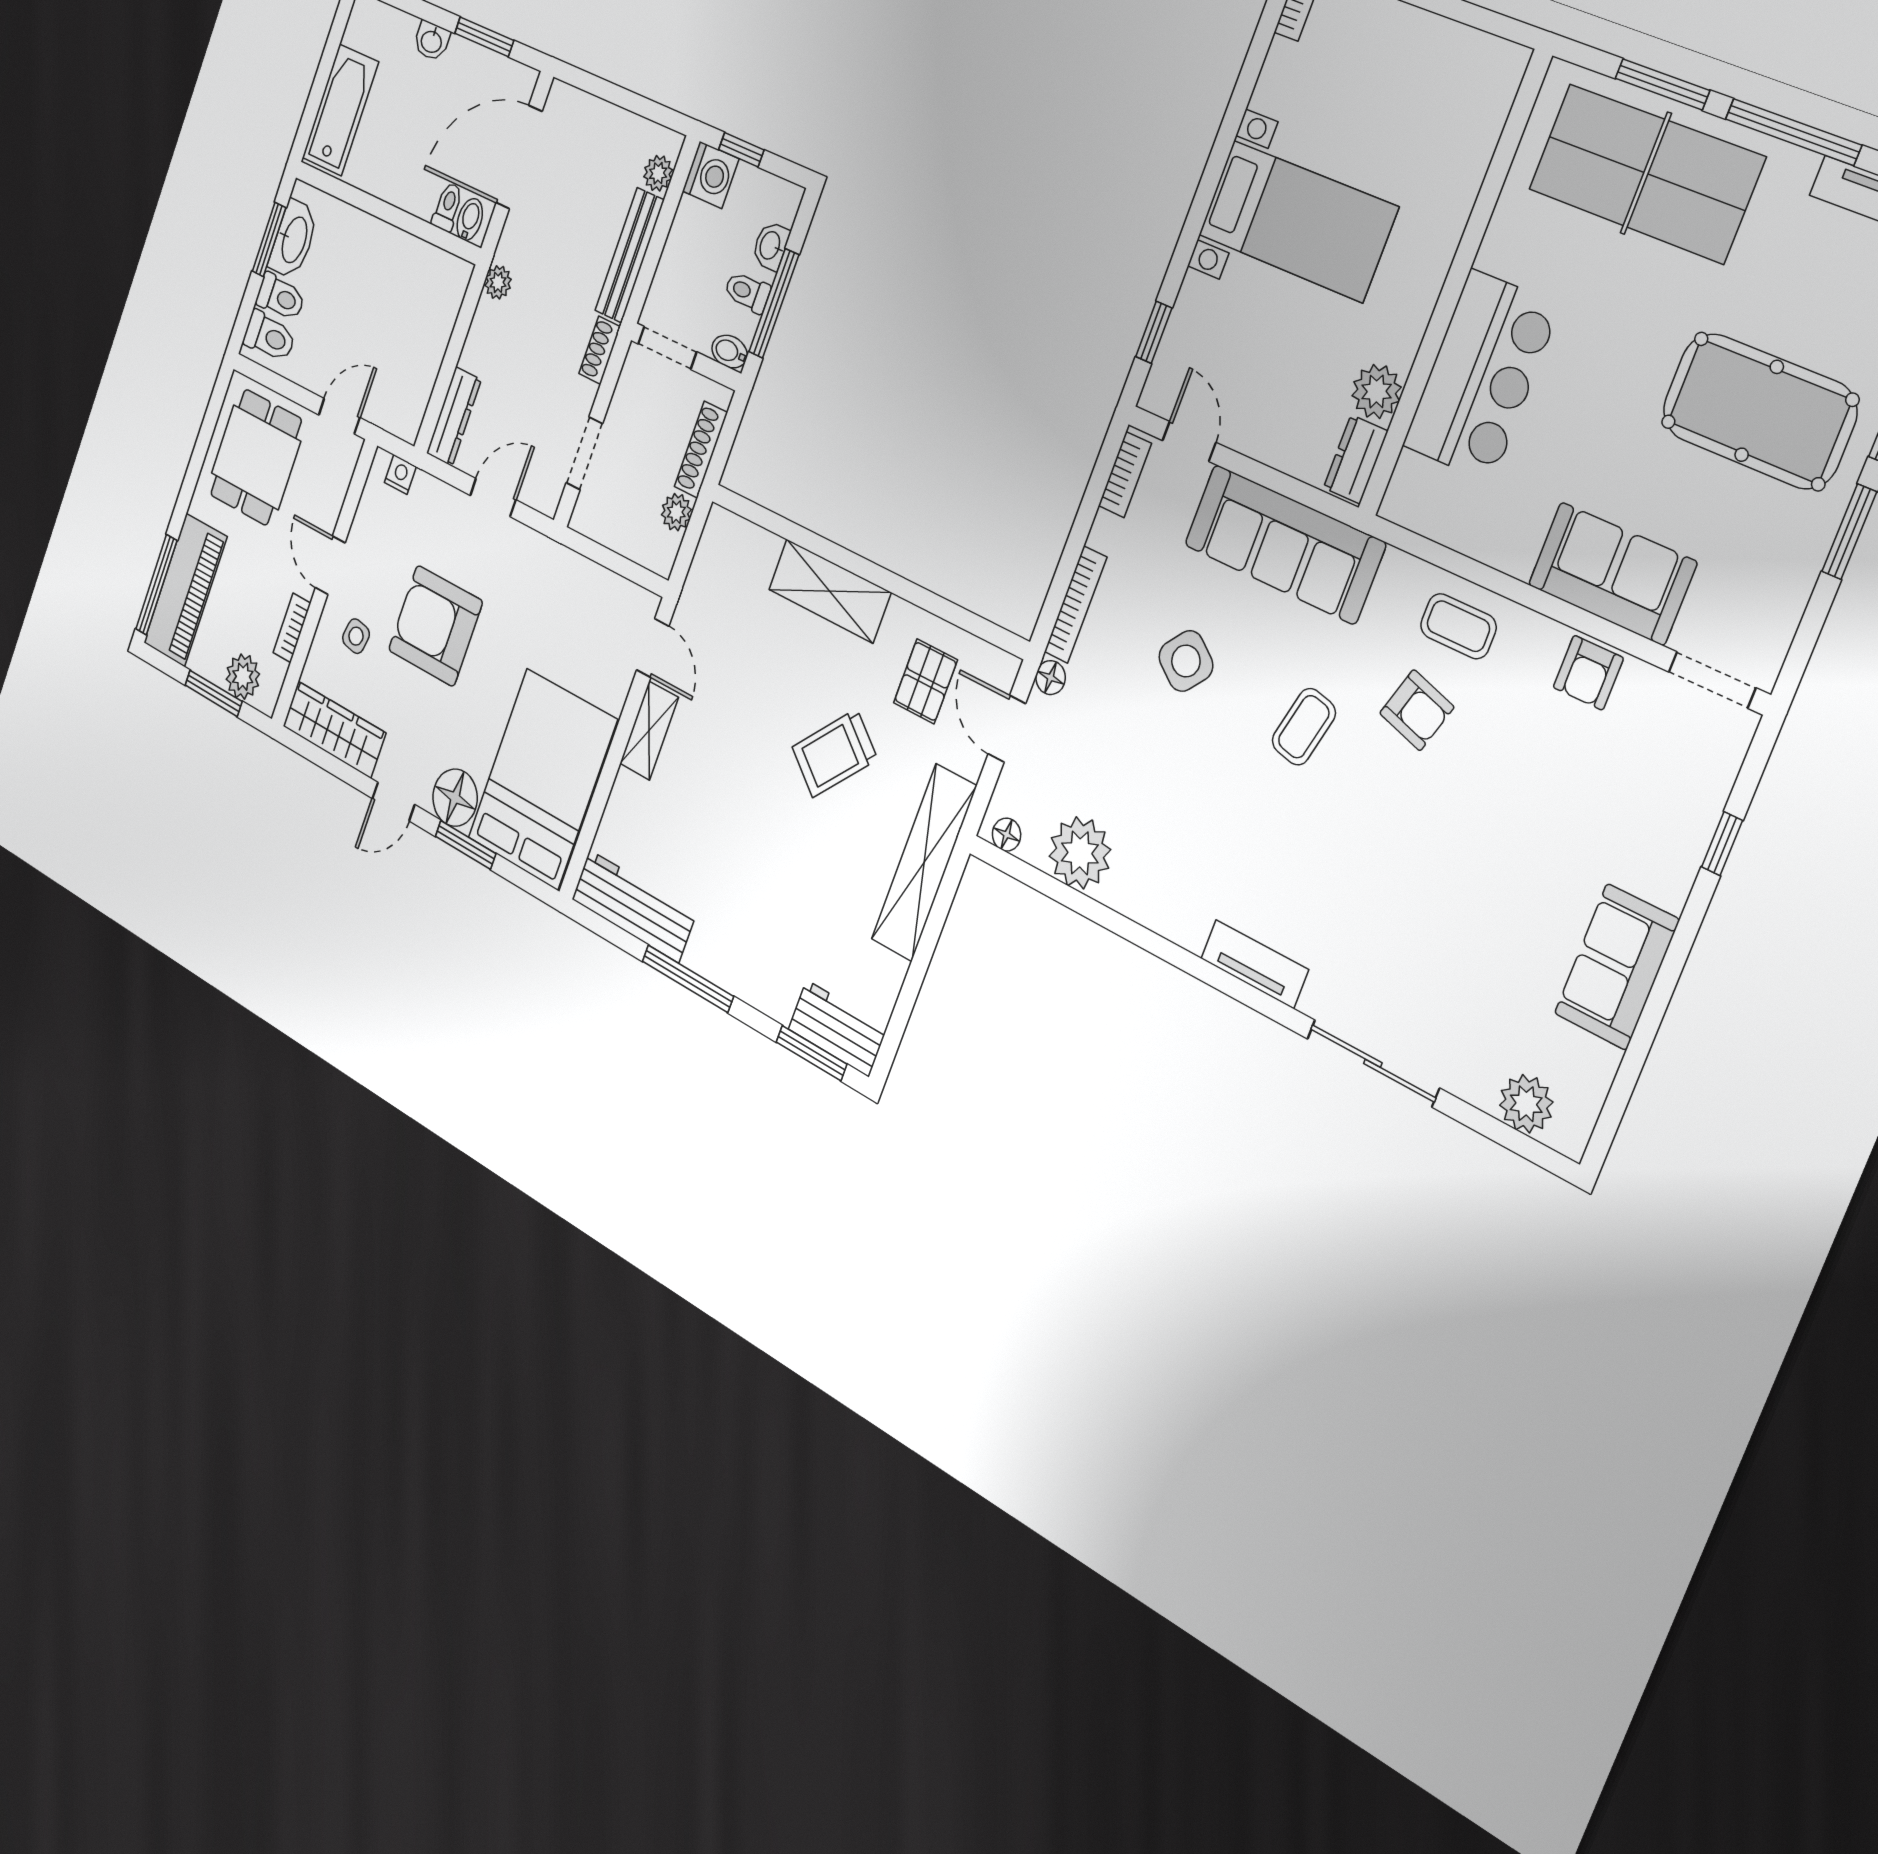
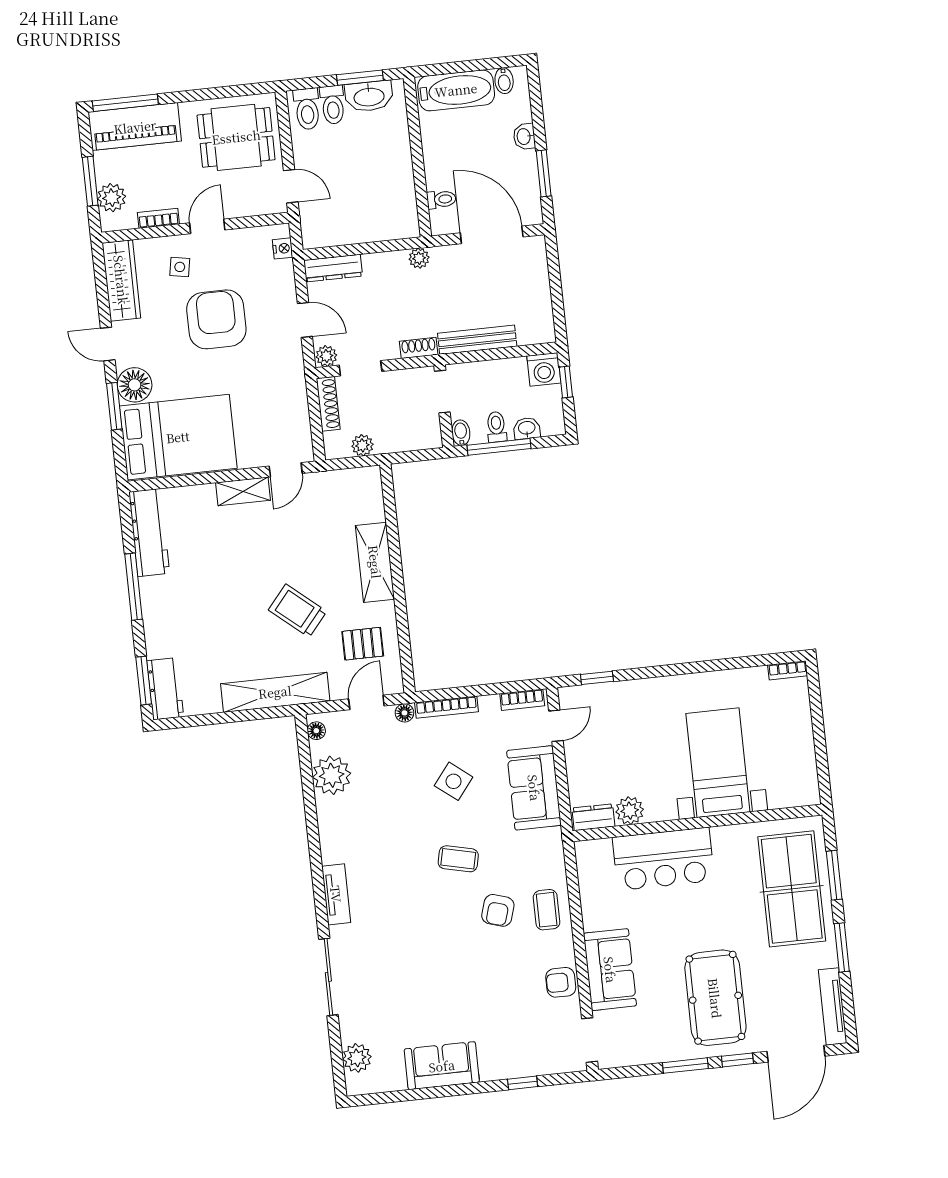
window: (1793, 132) -> (842, 947), width x0.69
plant: (658, 173) -> (326, 356), moved
bidet: (470, 219) -> (504, 81), moved, turned 90
bed with nightstands: (1298, 221) -> (718, 763), moved, turned 180
shoe rack: (701, 450) -> (328, 404), moved, turned 90
sofa: (1284, 544) -> (534, 788), width x0.73

